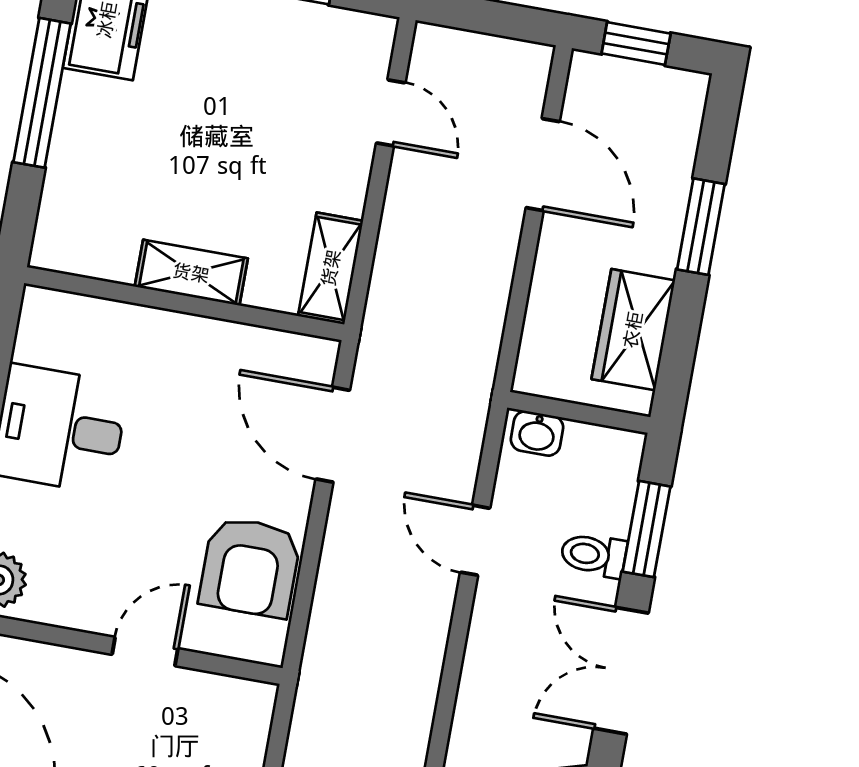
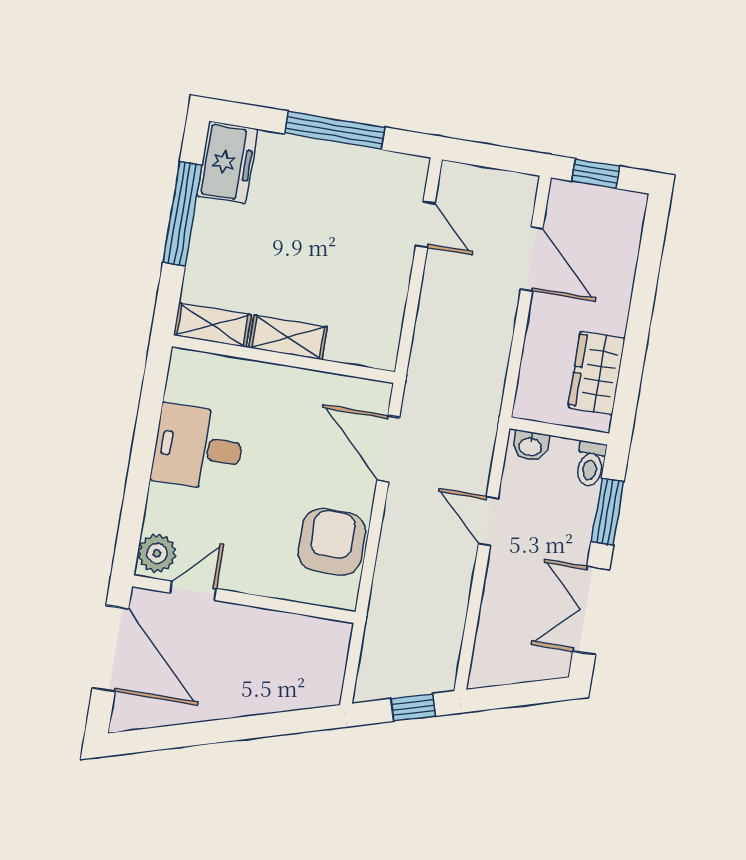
window: (701, 227) -> (643, 300), removed
shelving: (331, 268) -> (212, 325), moved, turned 90
toilet: (594, 555) -> (591, 464), moved, turned -90
armchair: (250, 567) -> (332, 542), turned 180
door: (145, 652) -> (193, 591), moved

